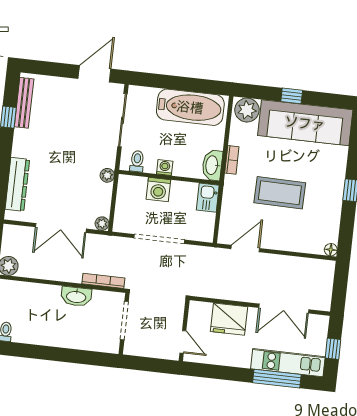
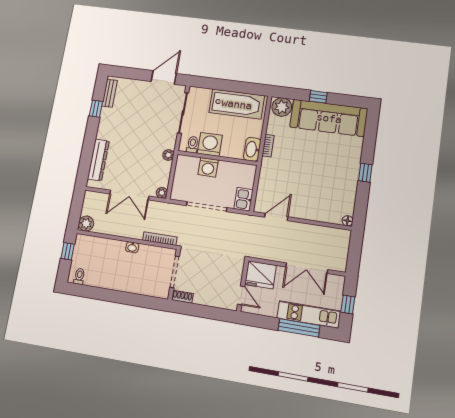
bench: (24, 103) -> (110, 93), width x0.73
washing machine: (165, 168) -> (210, 144), width x1.89, depth x1.89
coffee table: (280, 193) -> (306, 173), removed
kitchen sink: (208, 198) -> (244, 199), moved
washbasin: (76, 296) -> (132, 247), width x0.52, depth x0.69
wall: (184, 330) -> (243, 286), moved
door: (183, 342) -> (241, 295), moved
shoe rack: (136, 350) -> (182, 297), added

